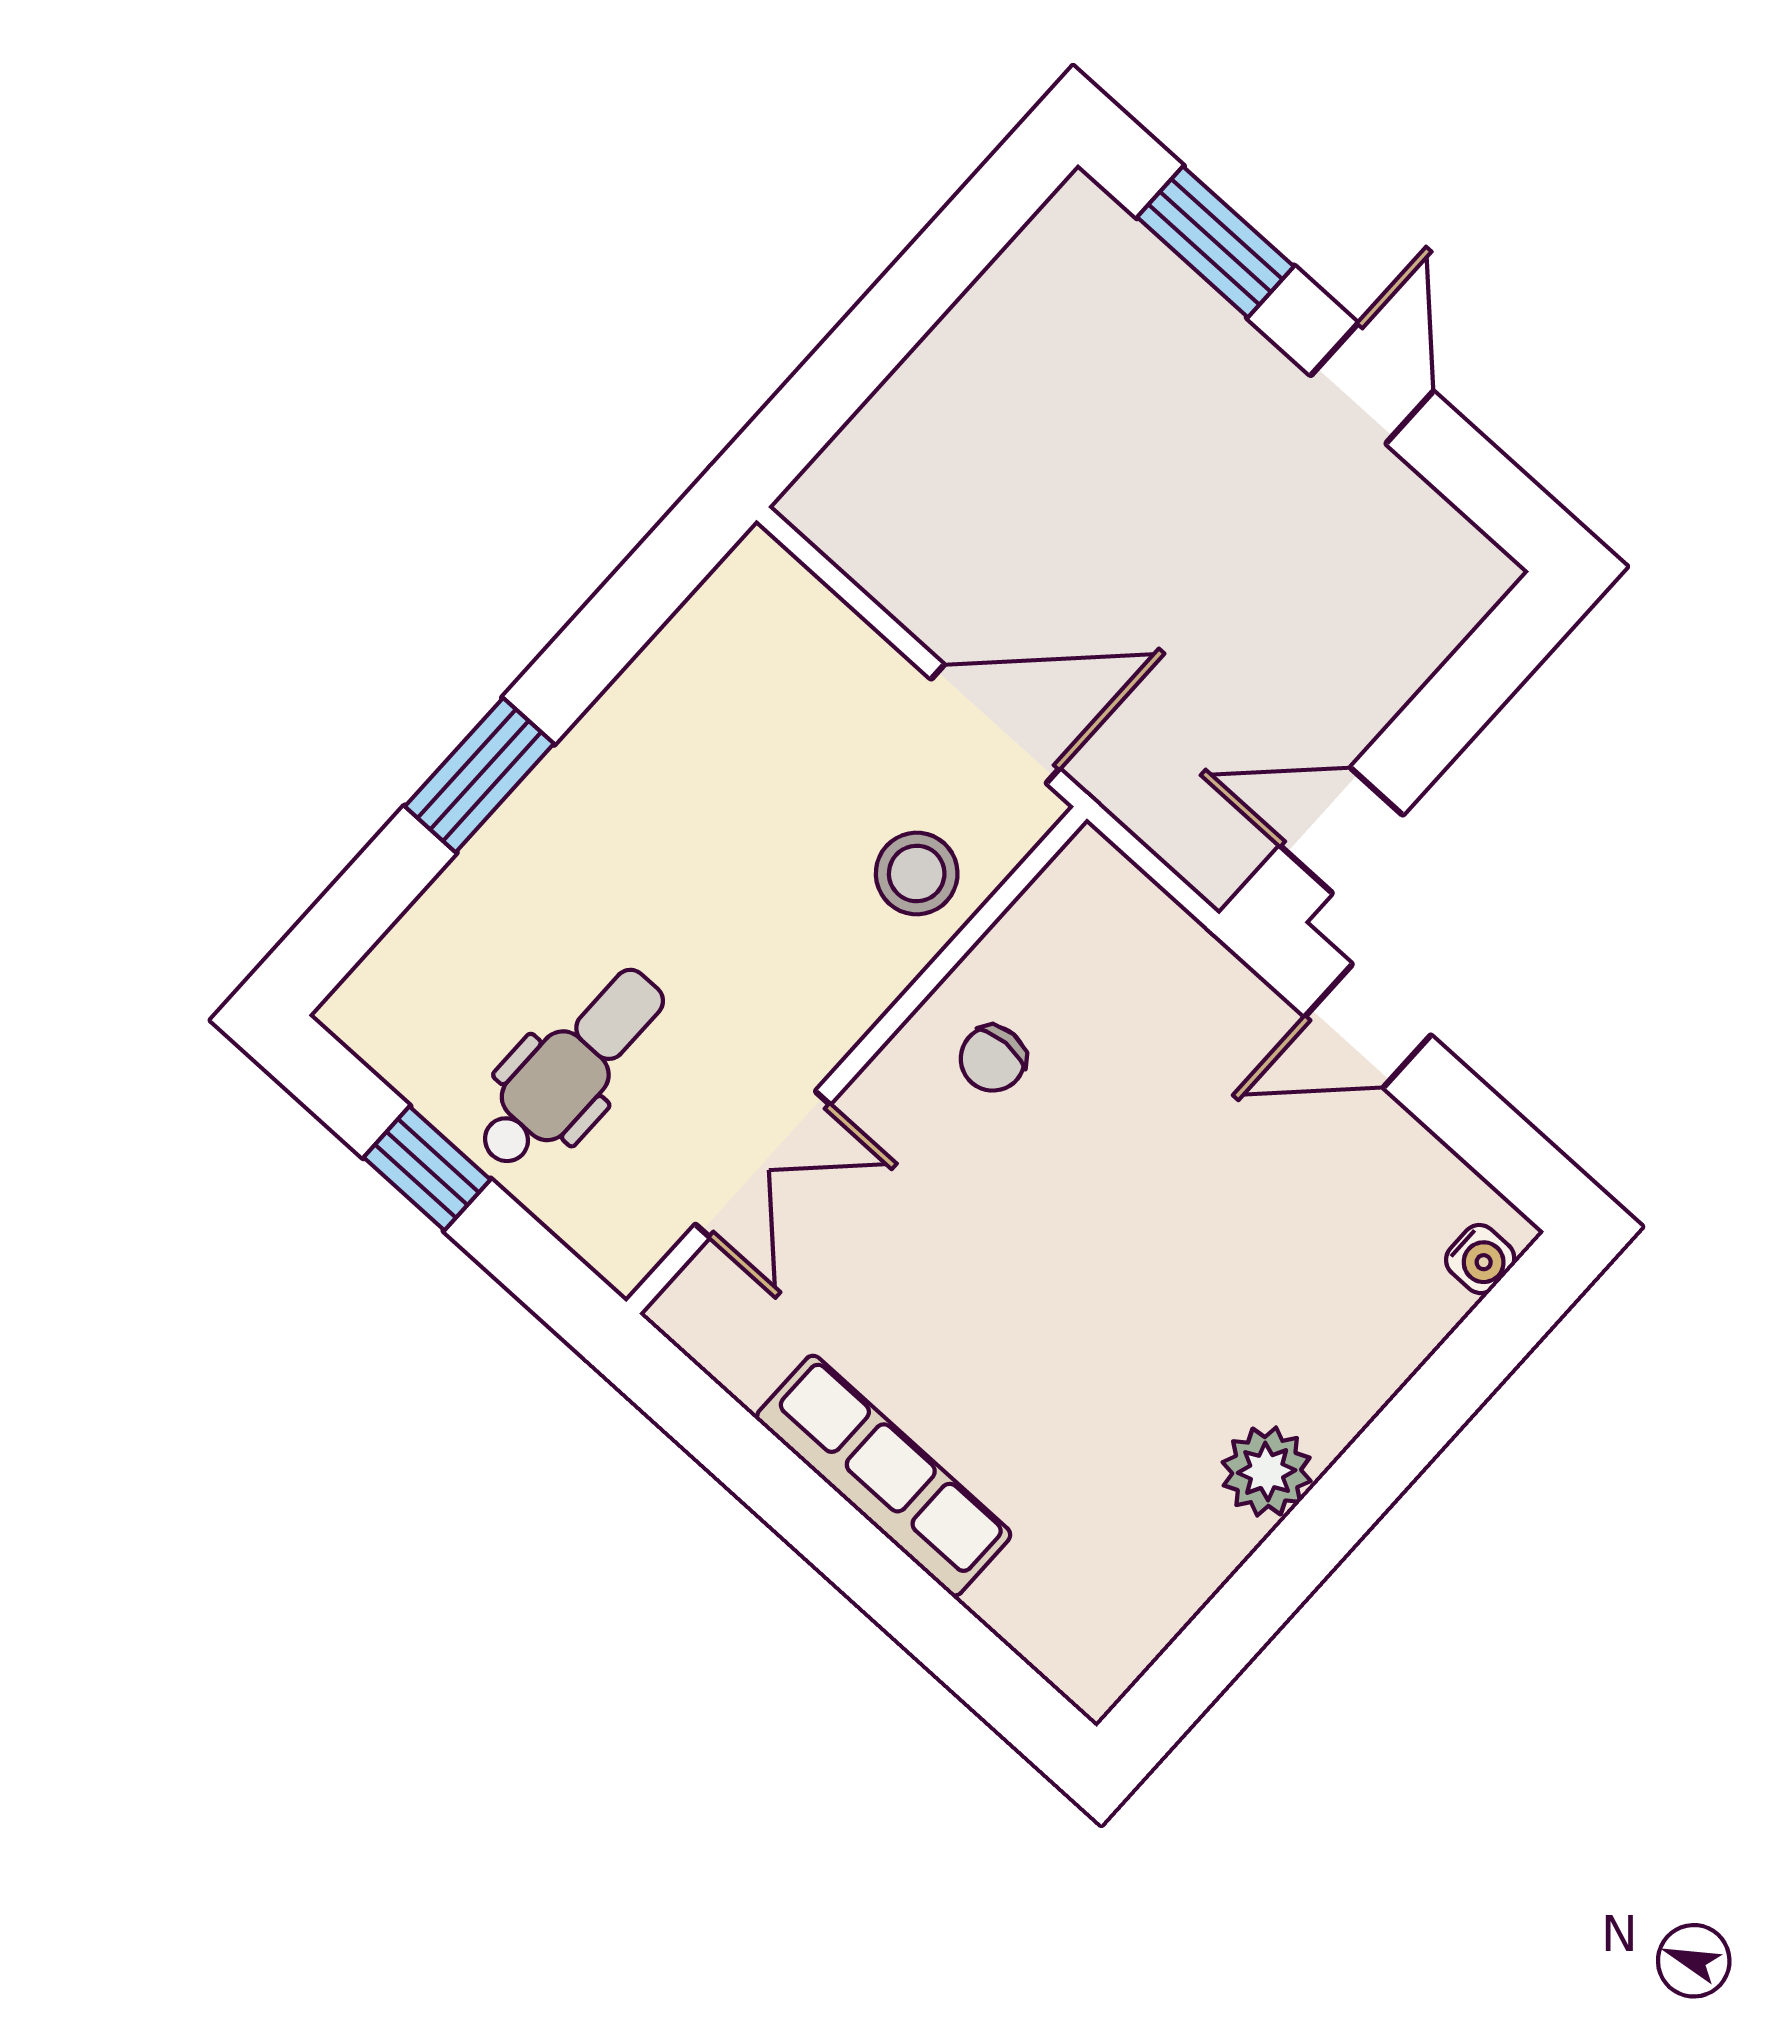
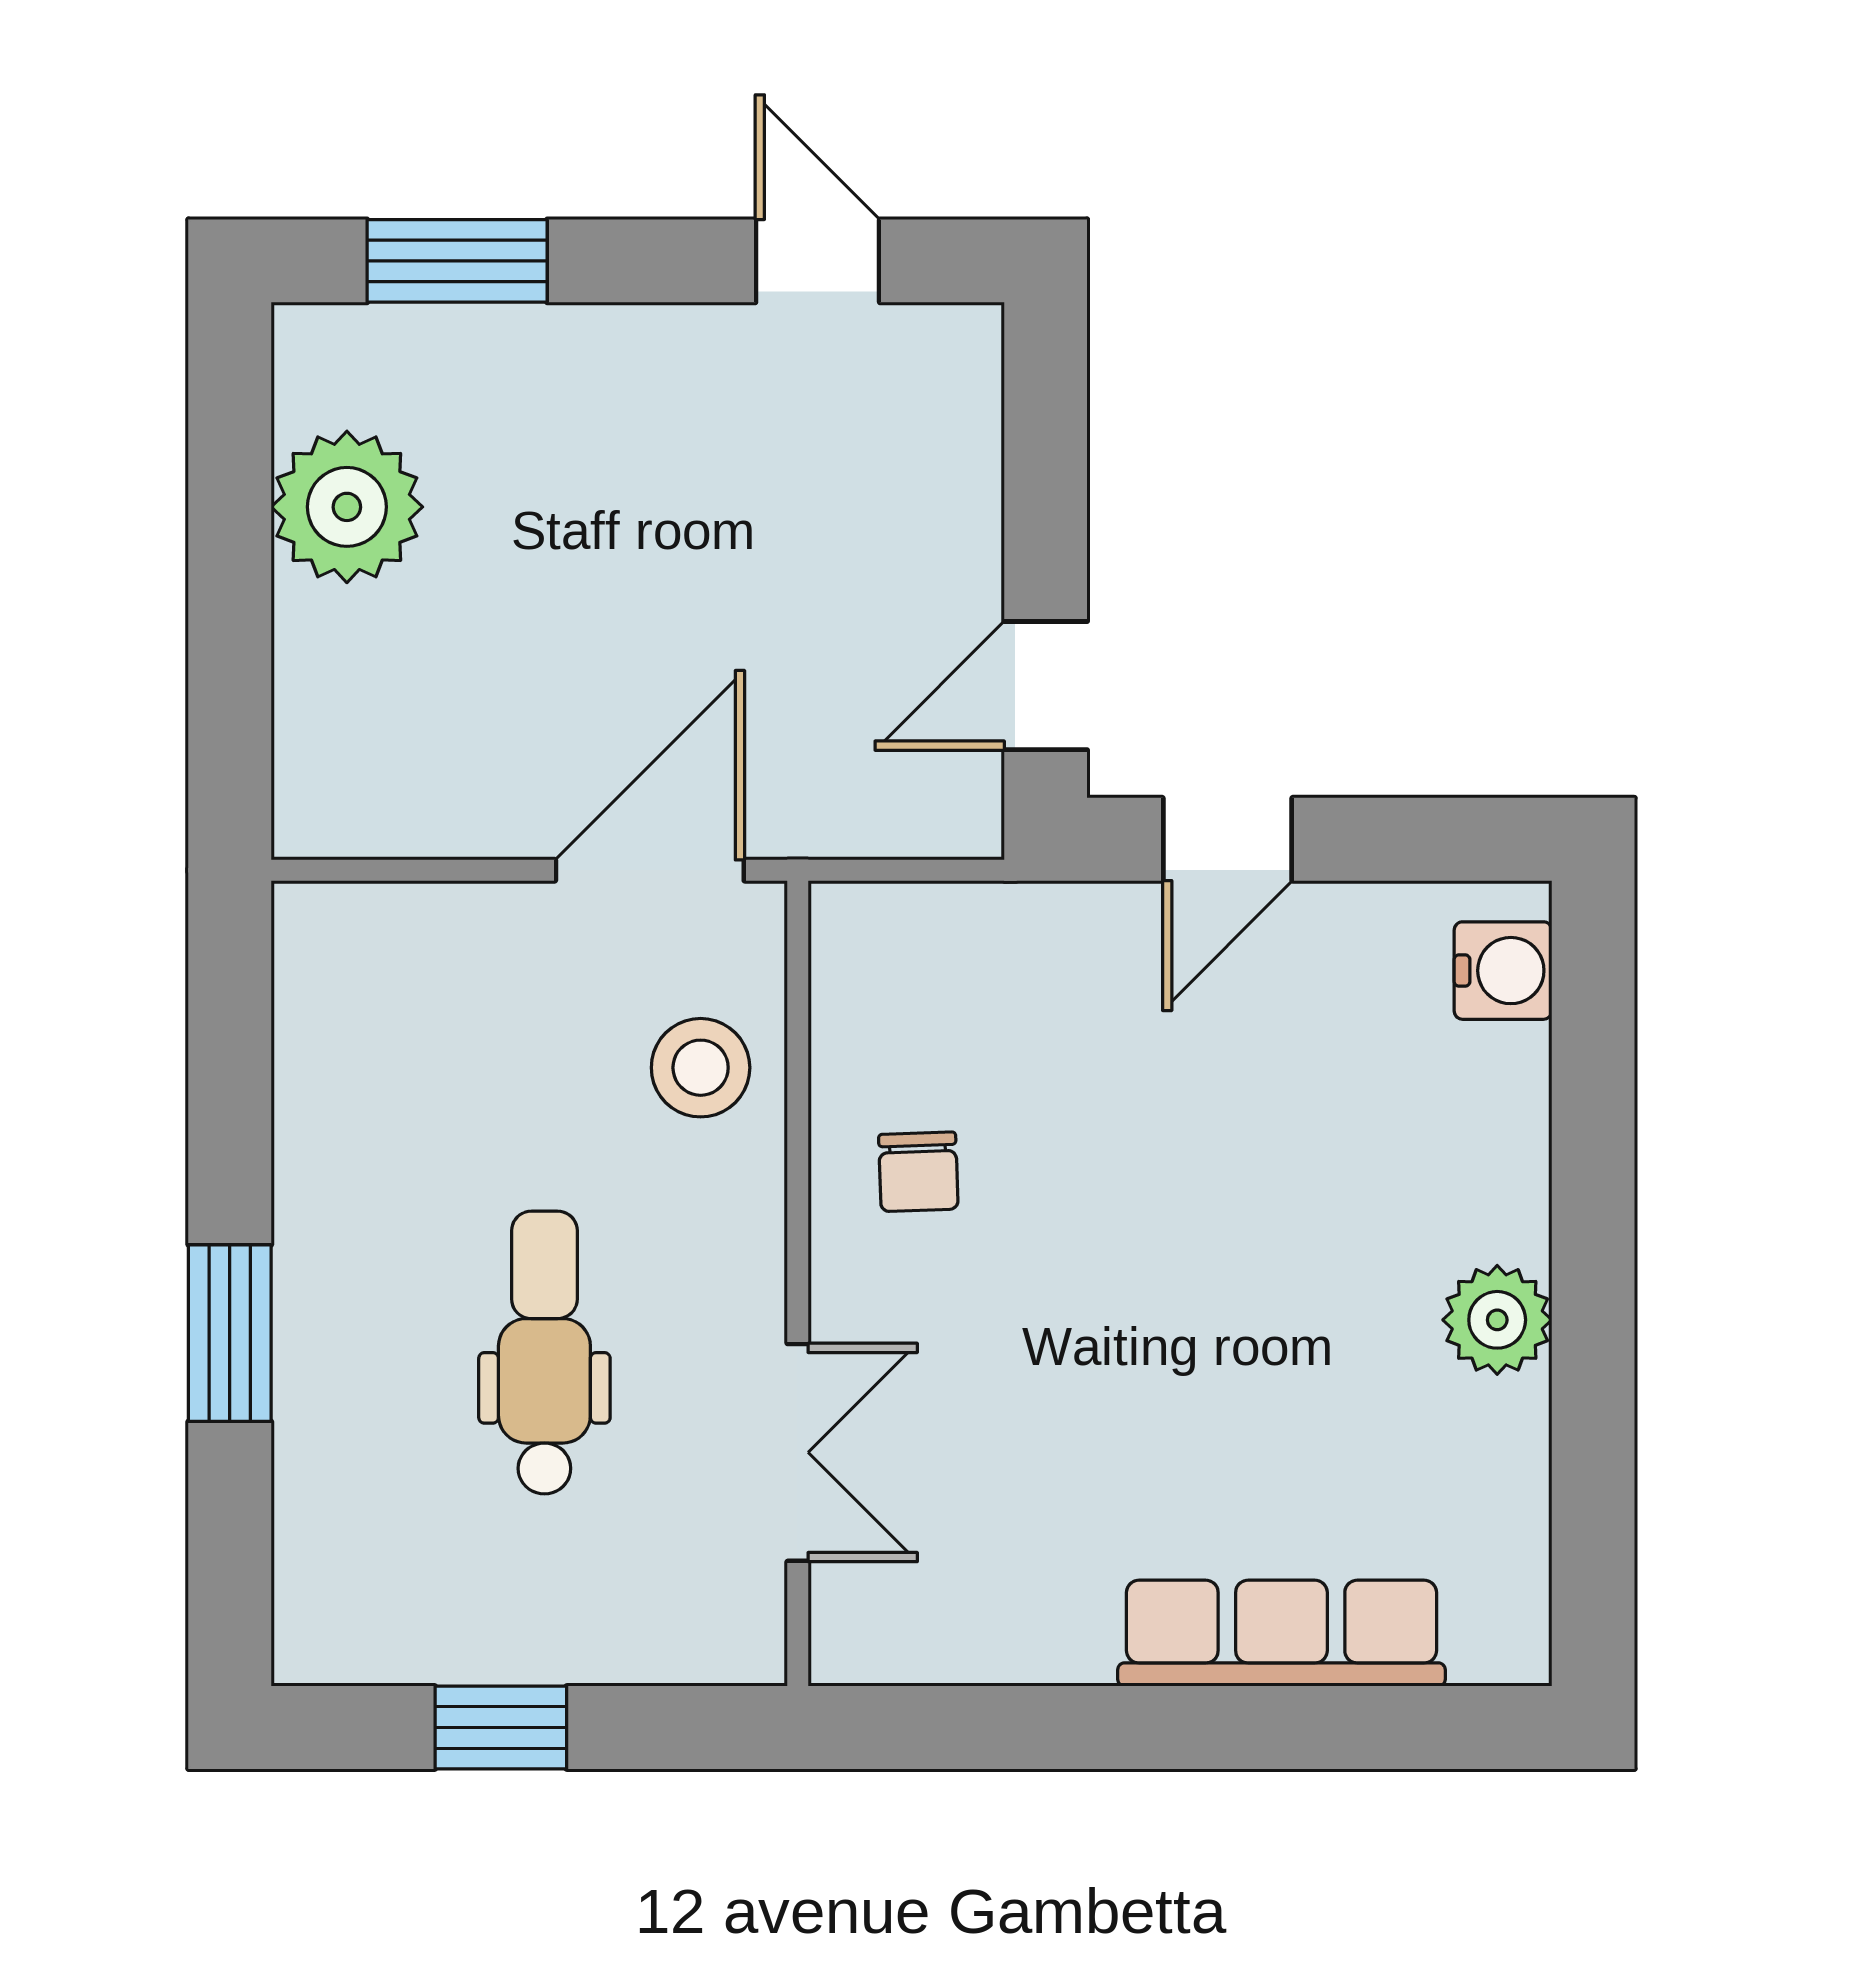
plant: (1011, 332) -> (347, 507), added
door: (1372, 383) -> (818, 261), moved
dental chair: (571, 1068) -> (544, 1353), moved
water cooler: (1480, 1259) -> (1503, 971), width x1.38, depth x1.38
row of seats: (884, 1476) -> (1281, 1633), moved

